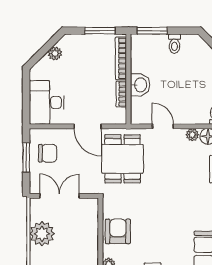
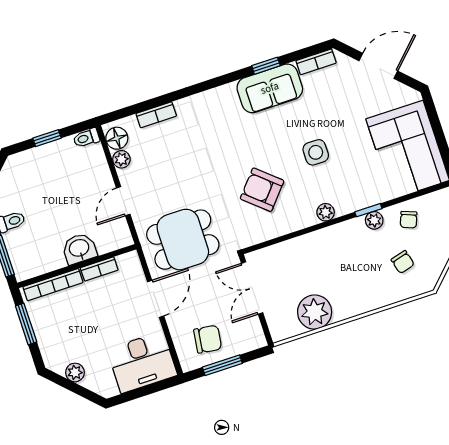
chair: (48, 153) -> (208, 339), turned 98
double door: (59, 196) -> (252, 288), moved
armchair: (118, 231) -> (262, 190), moved, turned 41

